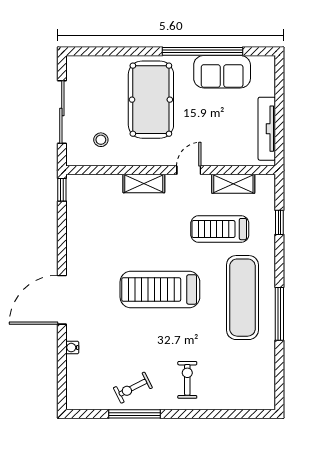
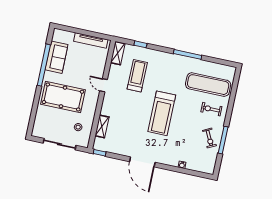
shelving: (144, 184) -> (102, 126), moved
shelving: (233, 184) -> (118, 53), moved
treadmill: (220, 229) -> (137, 76), turned 180
exercise mat: (242, 298) -> (208, 85), moved
door: (62, 300) -> (142, 162), moved

